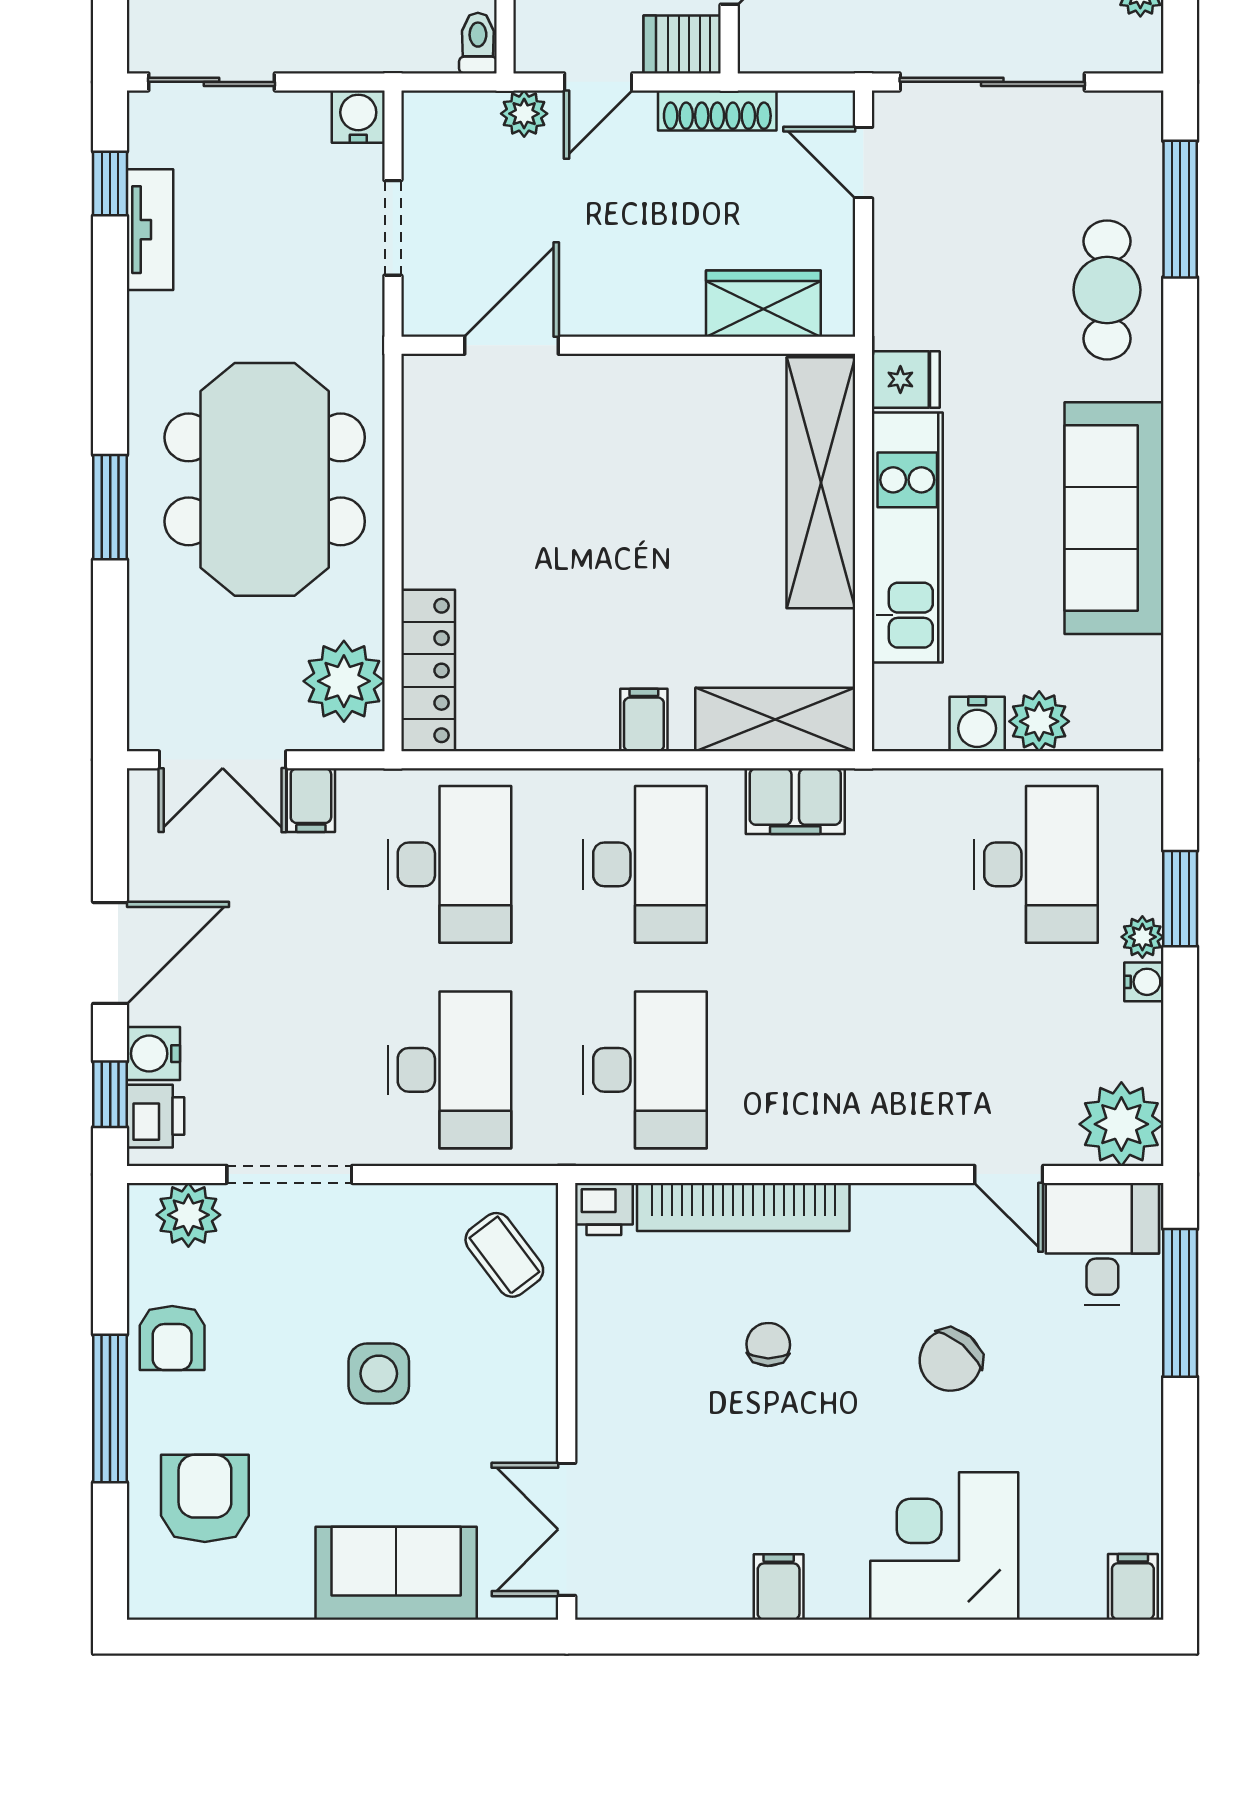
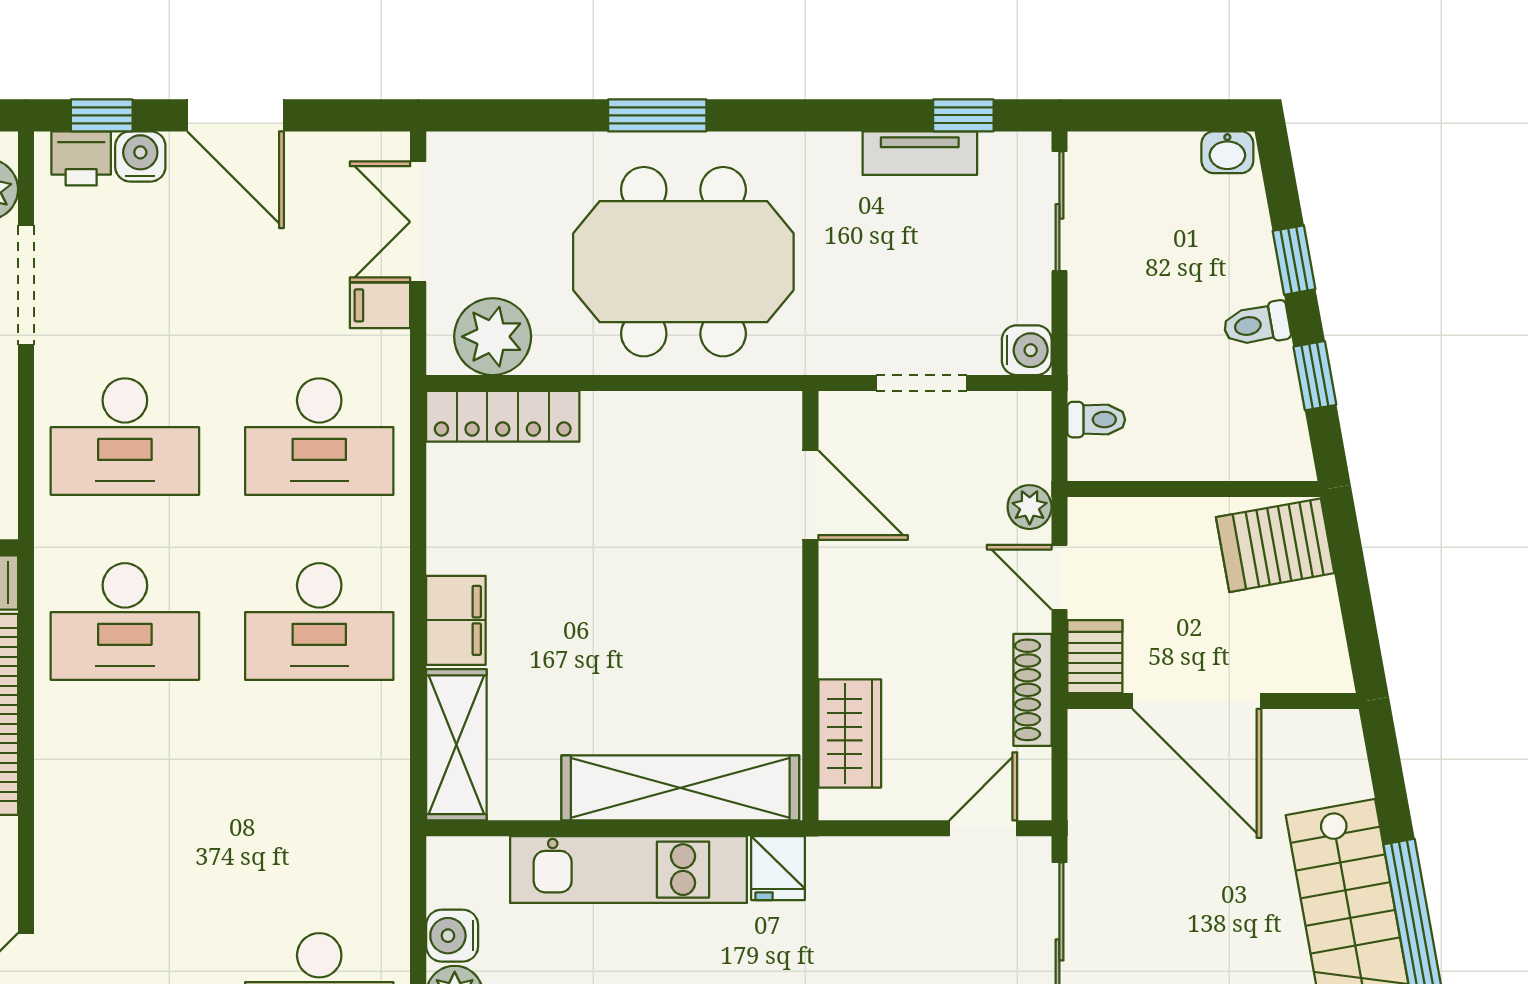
toilet: (478, 43) -> (1096, 420), moved
filing cabinet: (644, 720) -> (456, 620), width x2.00
filing cabinet: (795, 801) -> (379, 764), removed

